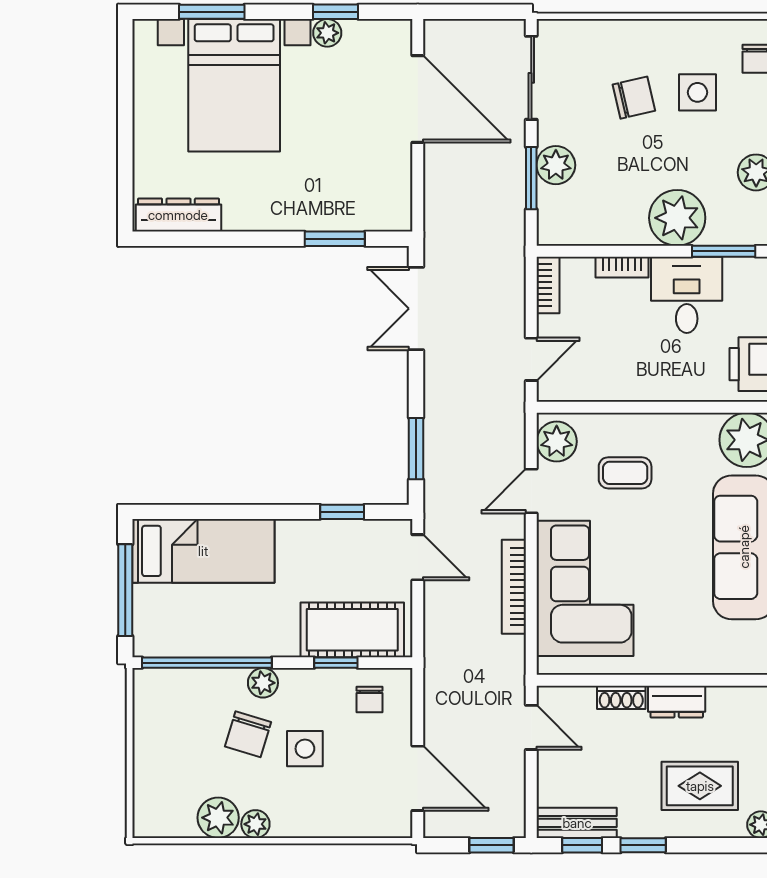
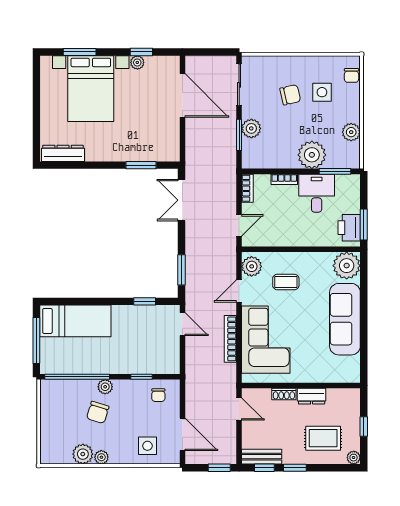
cot: (352, 630) -> (150, 360), removed
side table: (305, 749) -> (147, 446), moved

